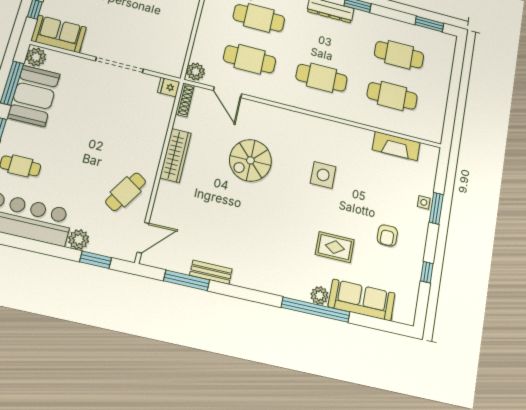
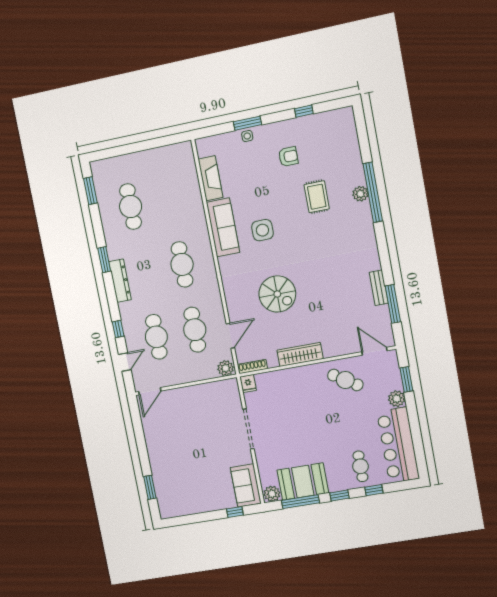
cafe table: (392, 96) -> (169, 199), removed
sofa: (362, 300) -> (223, 227), moved, turned 180

